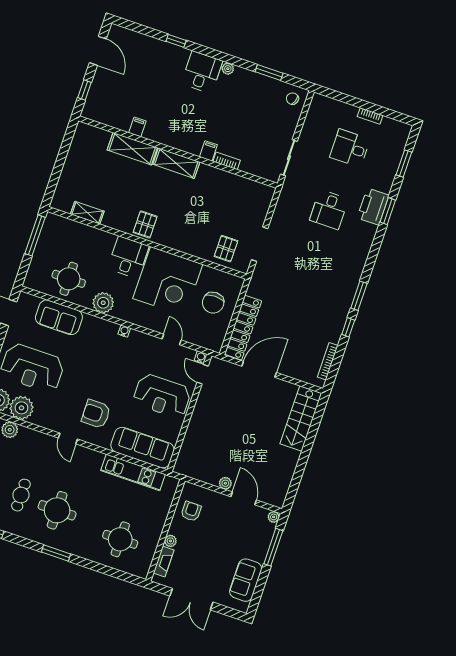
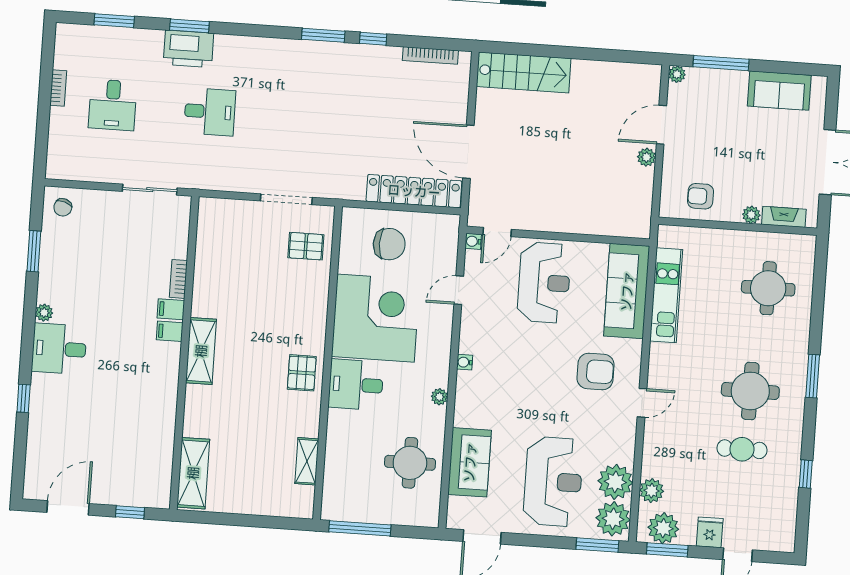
filing cabinet: (137, 127) -> (170, 331), moved
shelving: (132, 149) -> (193, 473), moved
pallet: (145, 224) -> (302, 373), turned 90
plant: (103, 303) -> (439, 397), width x0.53, depth x0.53
armchair: (96, 414) -> (596, 372), turned -90

